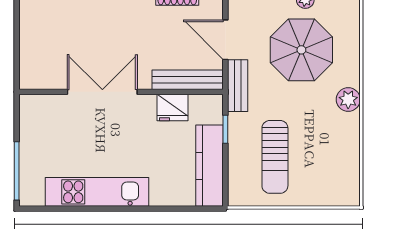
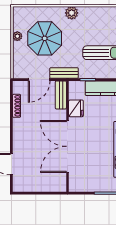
bench: (188, 80) -> (61, 95), width x0.73
double door: (102, 92) -> (67, 146), width x1.36

